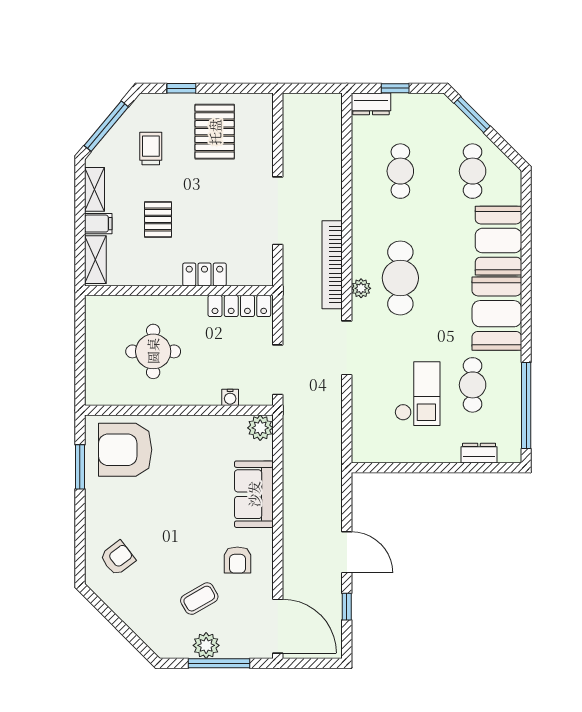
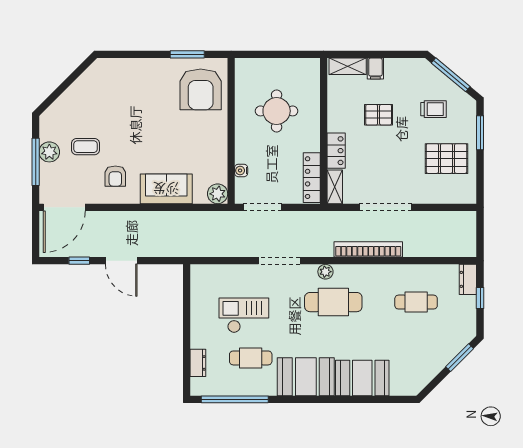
window: (181, 88) -> (480, 133), width x1.50
cafe table: (473, 171) -> (416, 358), removed
shelving: (94, 189) -> (335, 187), moved, turned 90
bookcase: (332, 265) -> (368, 249), moved
checkout: (417, 394) -> (244, 315), turned 180
armchair: (125, 450) -> (201, 89), turned 180
door: (347, 552) -> (121, 261), hinge flipped
armchair: (118, 558) -> (117, 83), removed
armchair: (237, 560) -> (115, 176), turned -90
coffee table: (199, 599) -> (86, 147), turned -60

